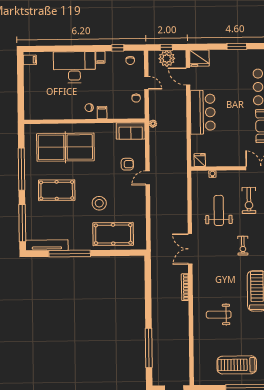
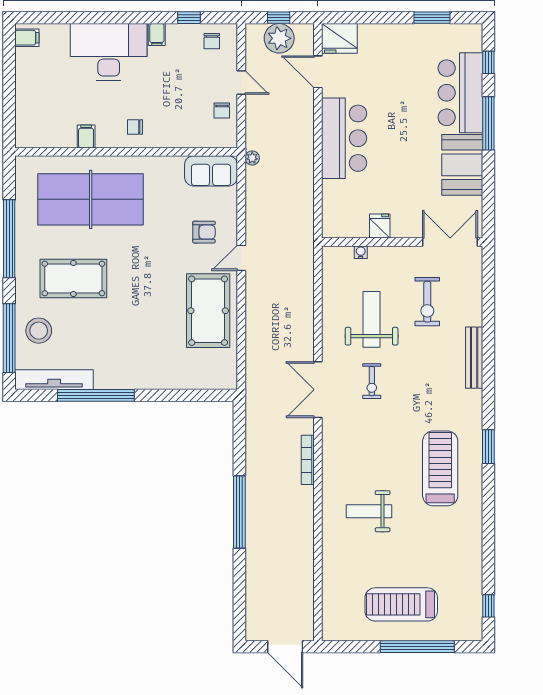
window: (237, 46) -> (432, 18), moved
filing cabinet: (102, 113) -> (86, 136), moved
fridge: (200, 160) -> (380, 226), moved
stool: (99, 203) -> (39, 331), moved
pool table: (113, 234) -> (208, 311), moved, turned 90
exercise bike: (243, 246) -> (372, 381), moved
window: (149, 348) -> (239, 512), moved

